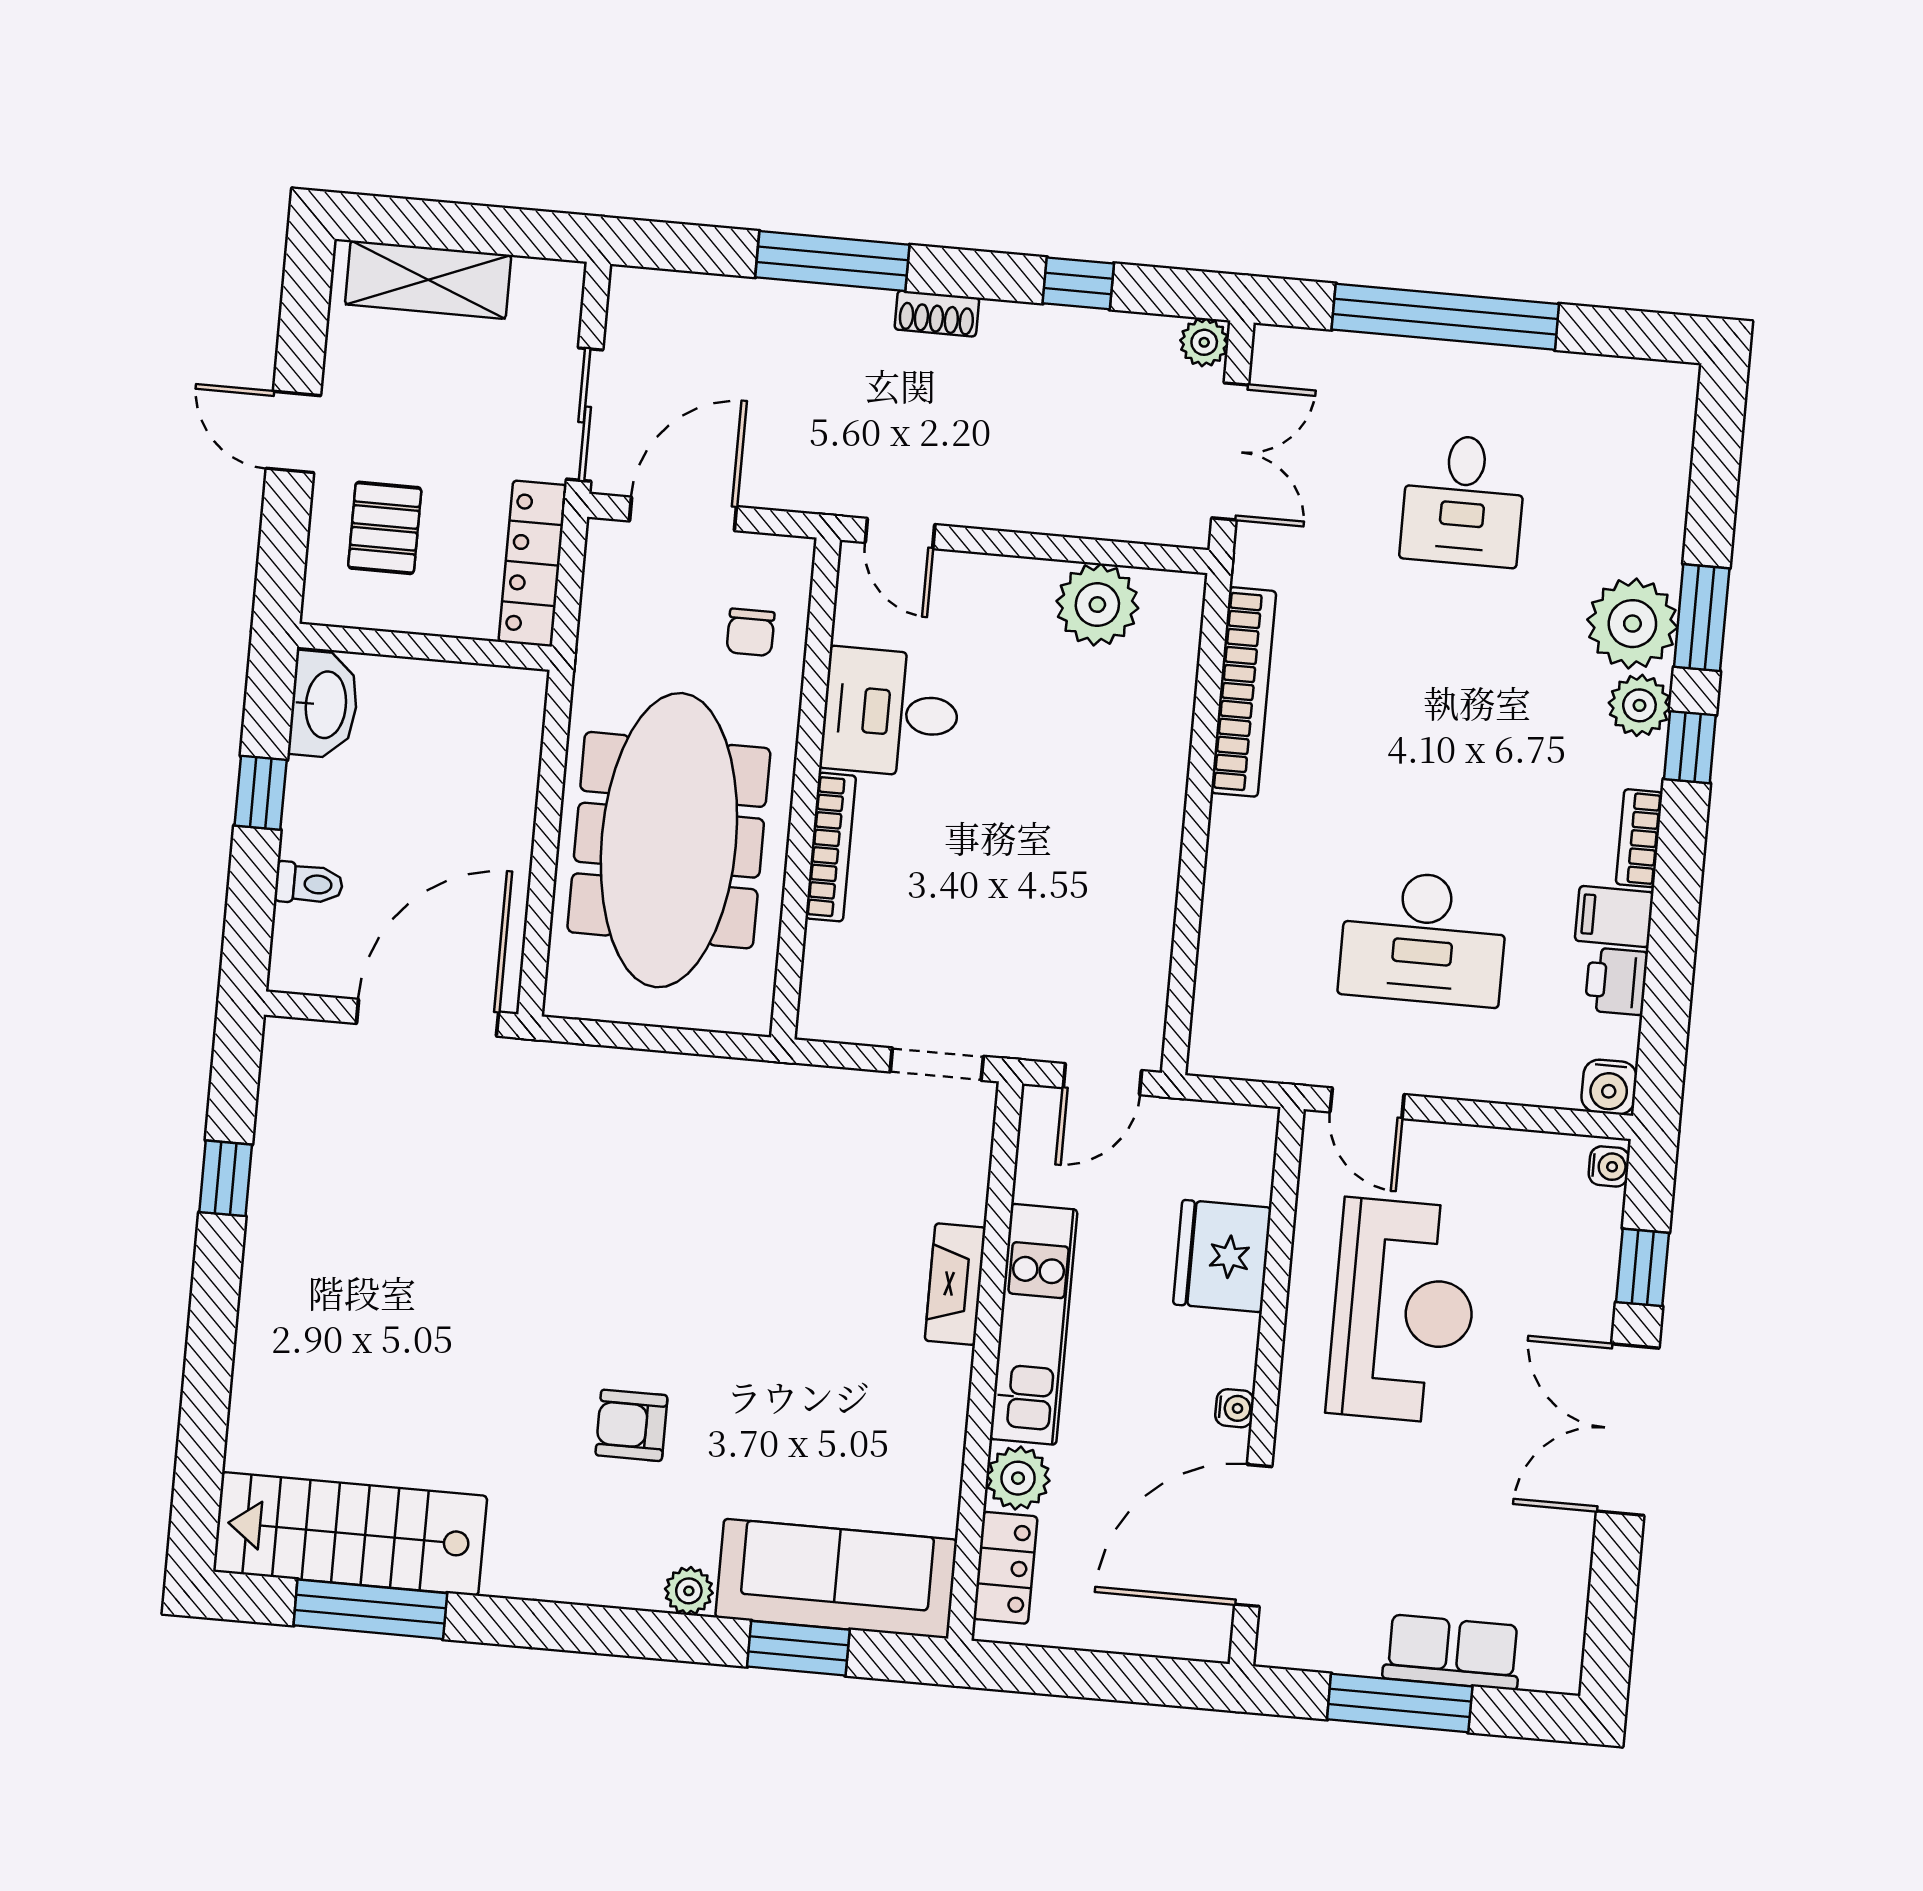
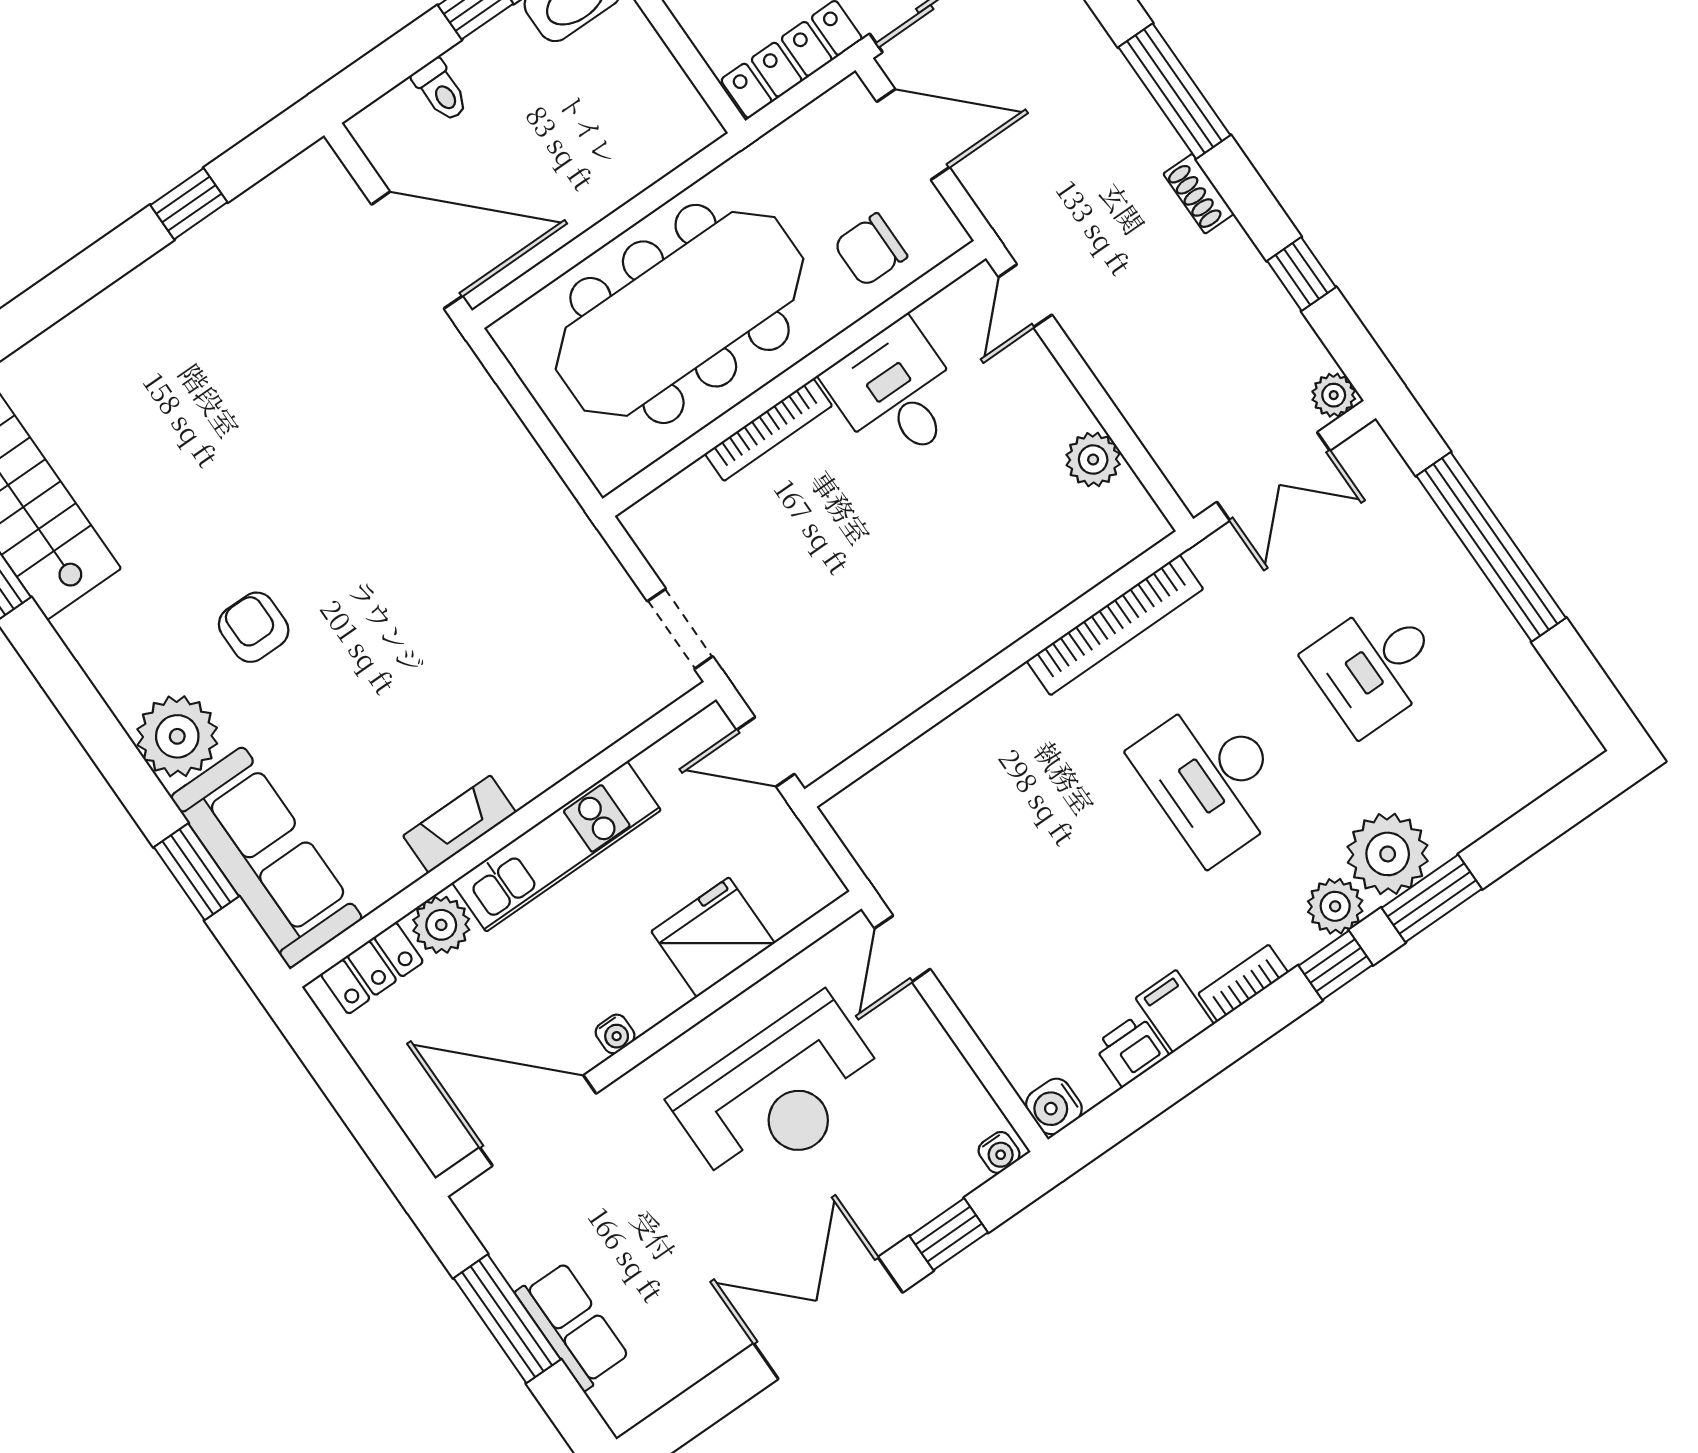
plant: (1097, 605) -> (1093, 460), width x0.73, depth x0.73
chair: (751, 632) -> (870, 250), width x1.37, depth x1.37
desk: (1423, 938) -> (1212, 779), moved
fireplace: (955, 1284) -> (460, 824), moved
plant: (689, 1591) -> (177, 736), width x1.88, depth x1.88

